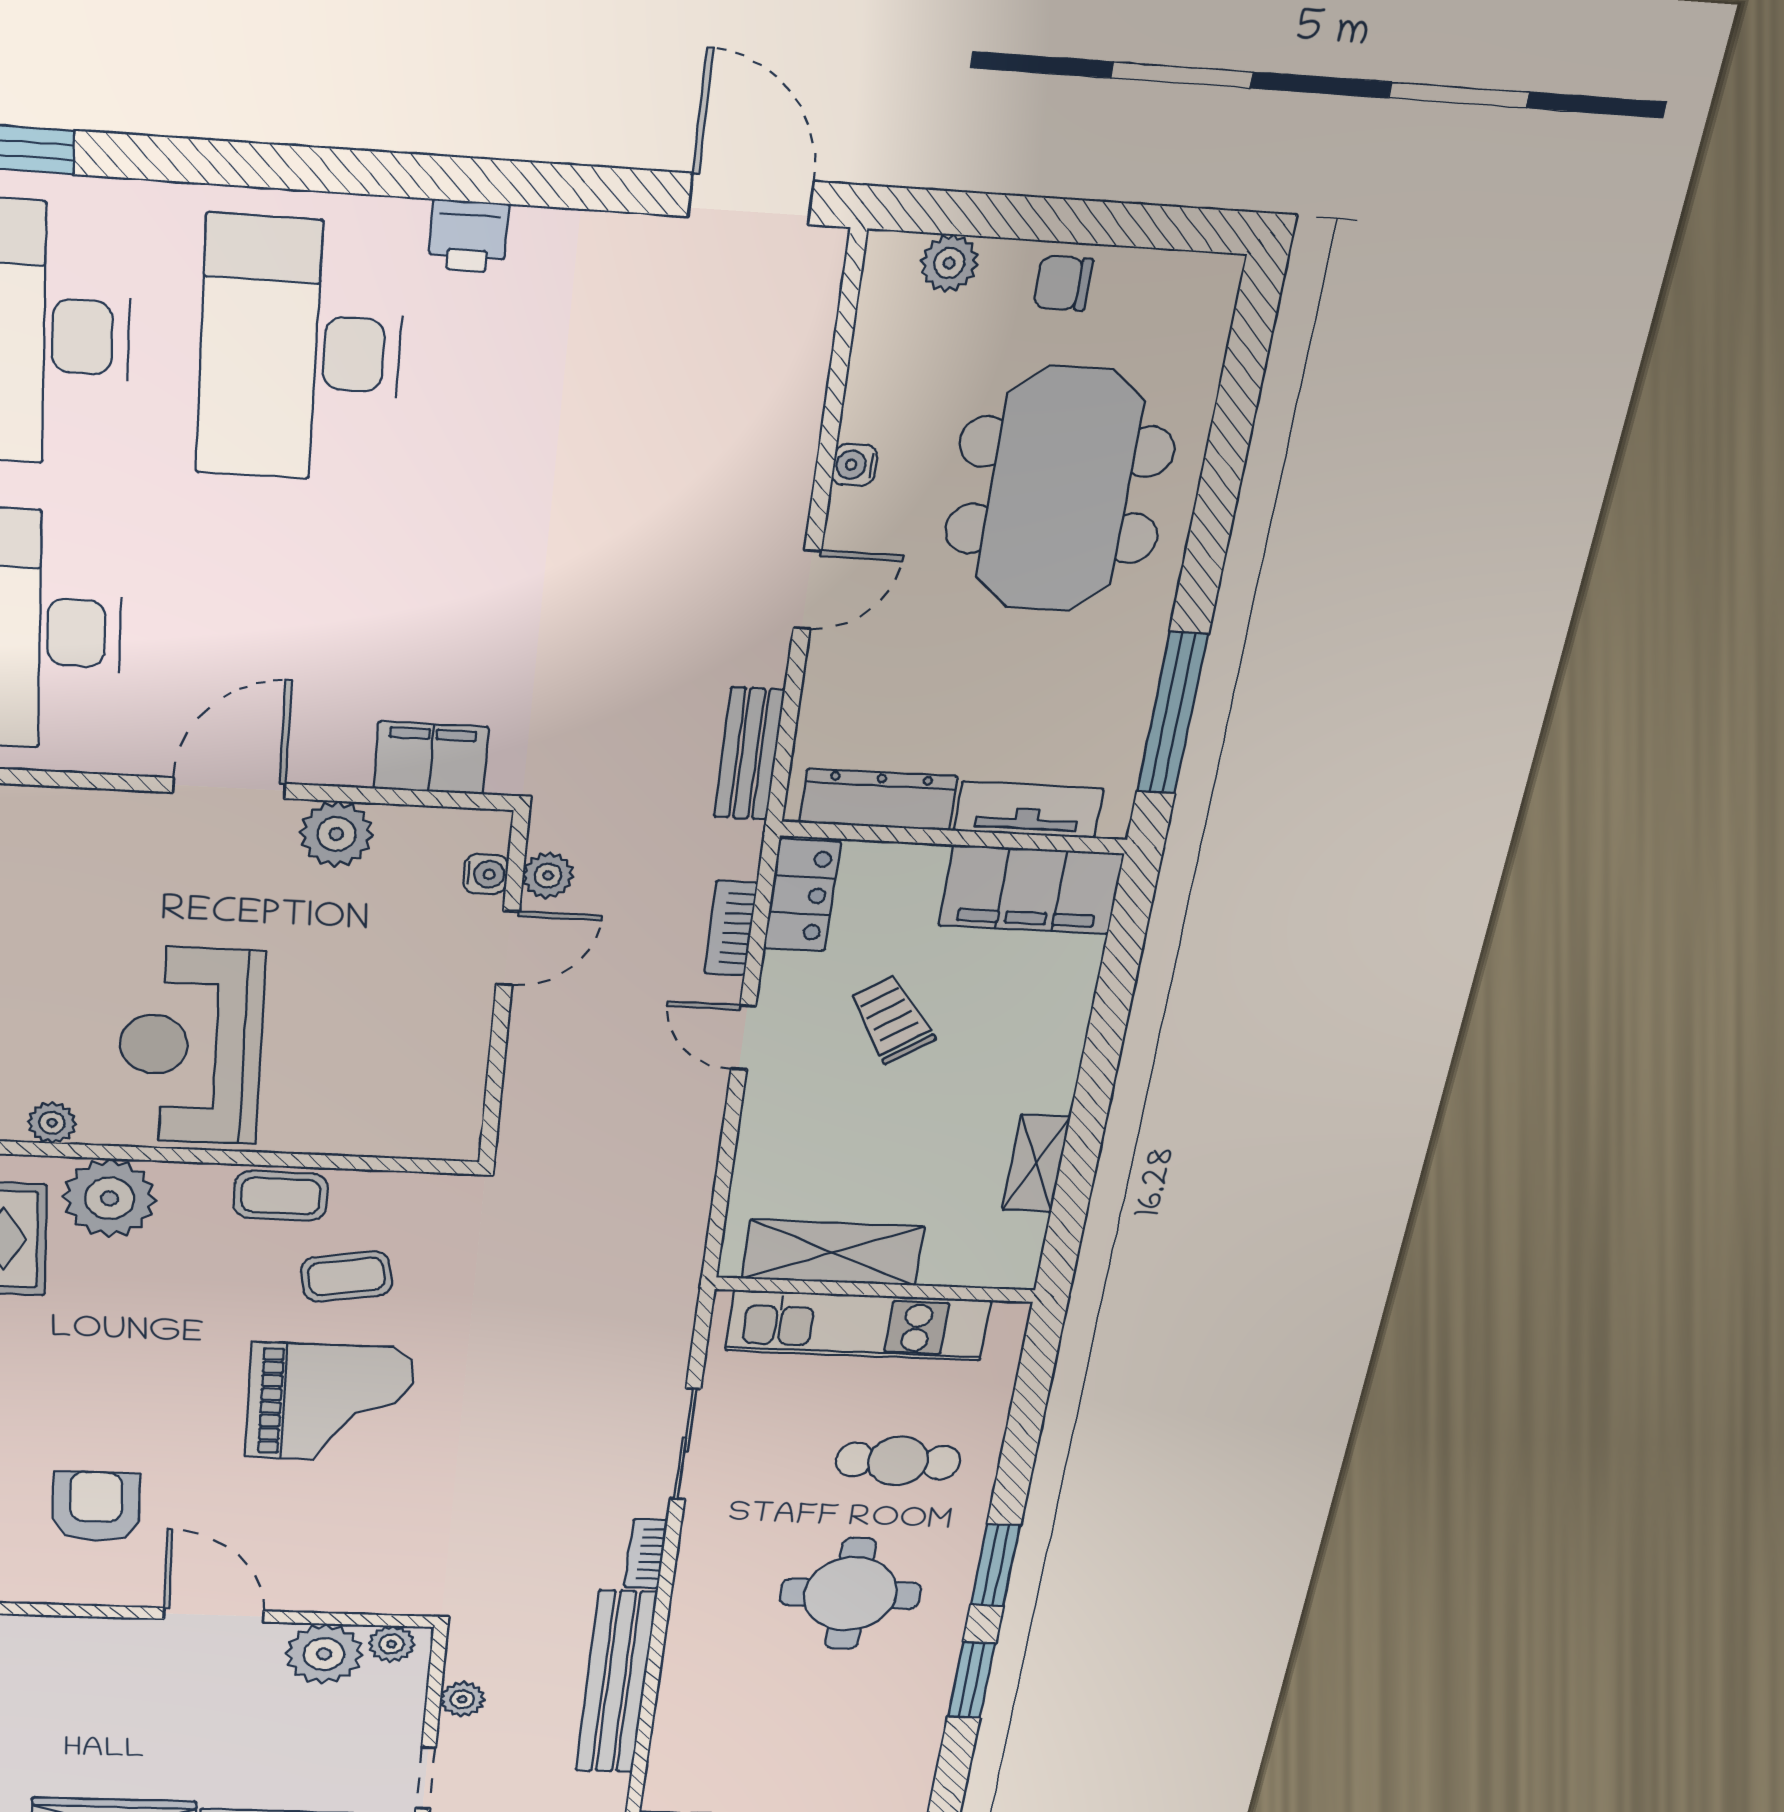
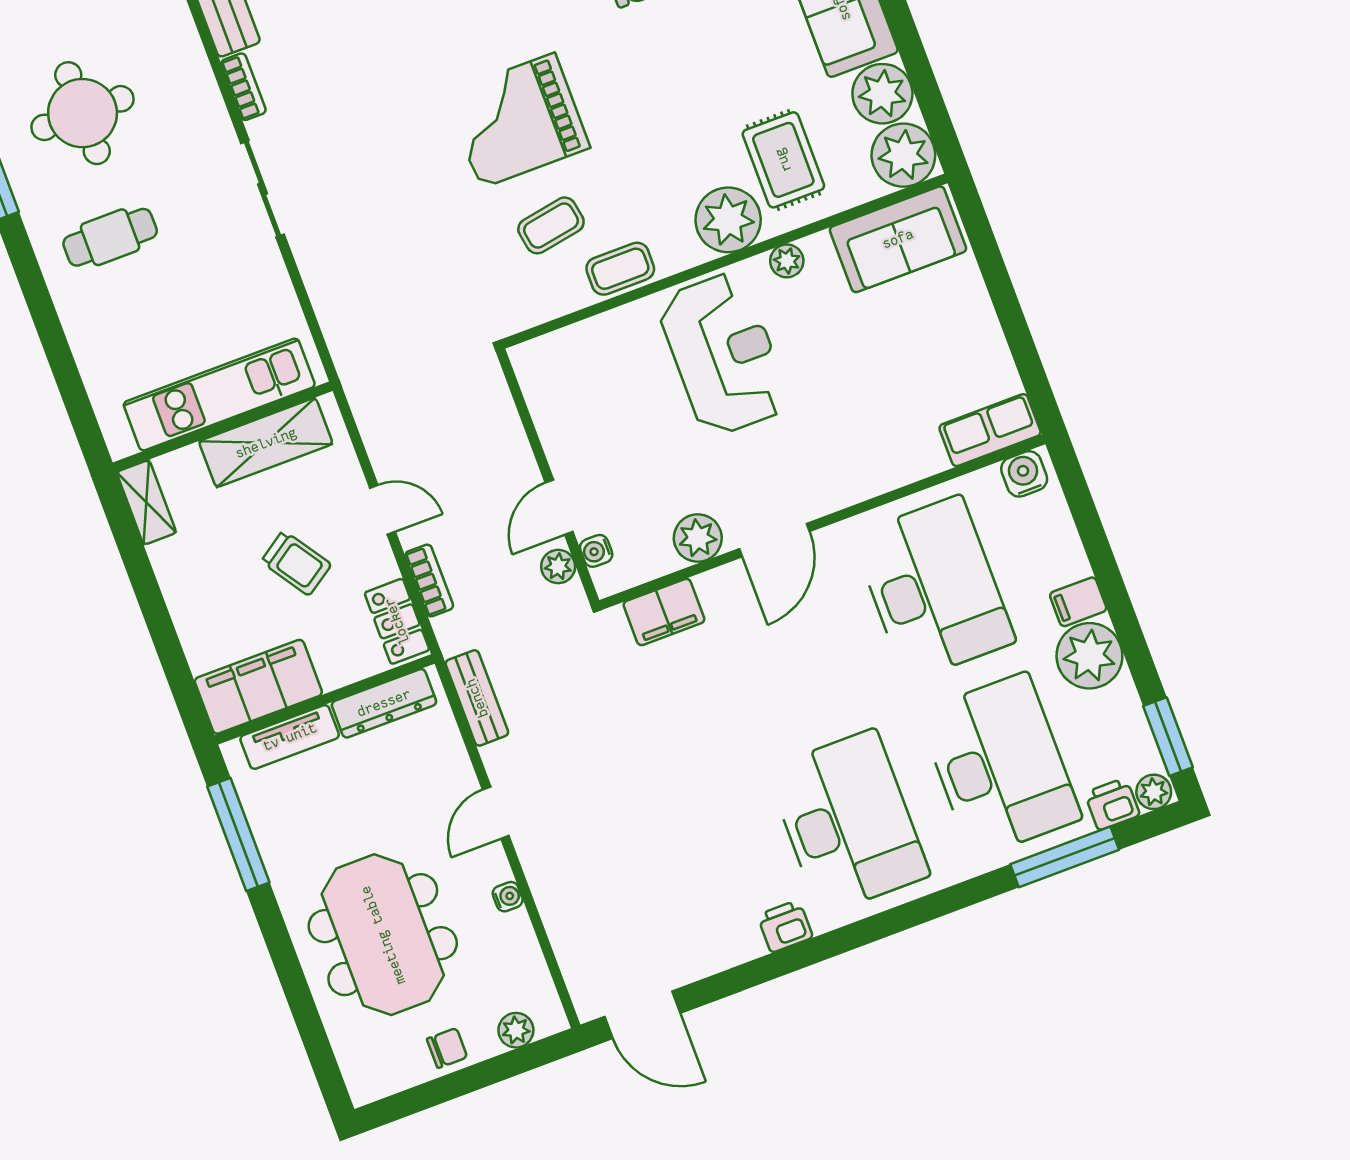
shelving: (833, 1253) -> (266, 443), moved
wall: (875, 1290) -> (223, 427), moved
kitchen unit: (858, 1325) -> (219, 395), moved

